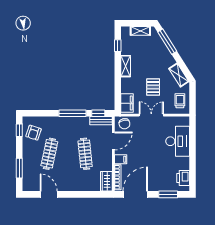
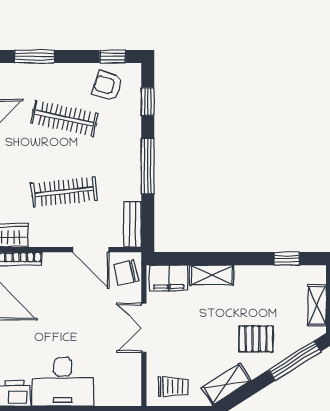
shelving: (126, 66) -> (212, 275), moved
pallet: (153, 87) -> (256, 339), moved
window: (98, 113) -> (148, 102), moved
double door: (151, 115) -> (144, 328), swing flipped
desk: (178, 141) -> (63, 382), moved
filing cabinet: (121, 159) -> (53, 265), removed

